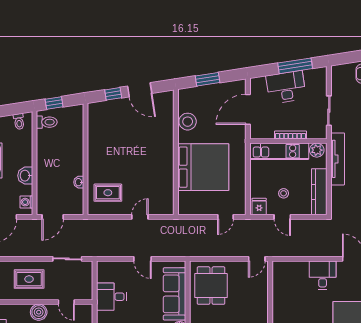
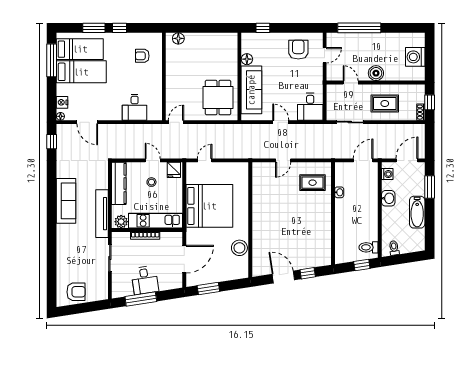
window: (208, 79) -> (208, 289), moved
desk: (286, 87) -> (145, 280), width x0.73
bed: (203, 167) -> (209, 206), moved, turned 180
desk: (323, 275) -> (135, 107), moved
desk: (111, 297) -> (310, 107), moved, turned 90

